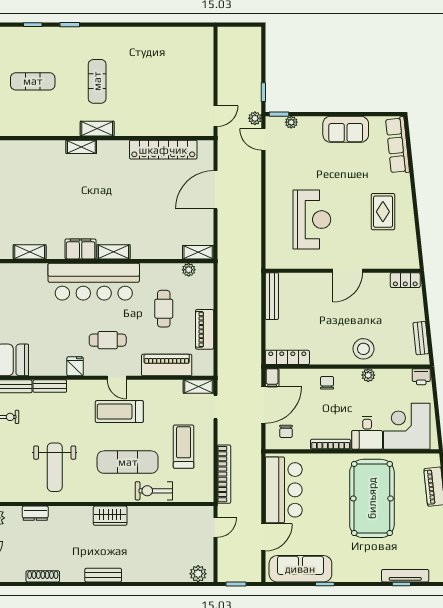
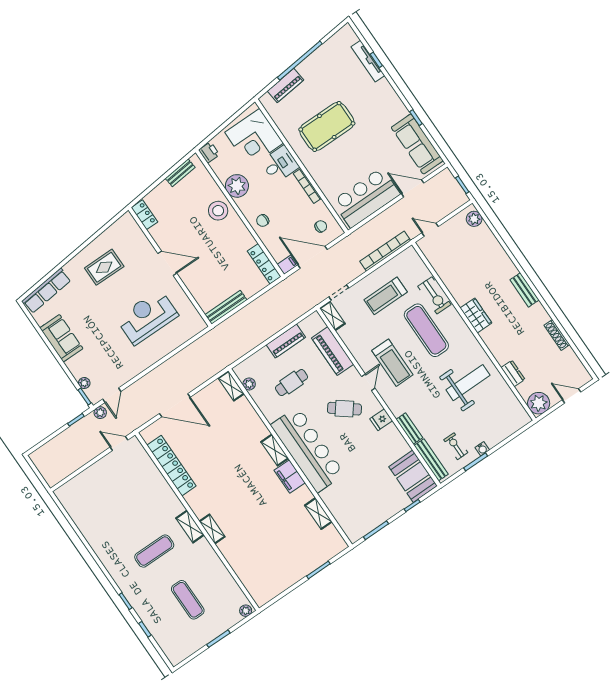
cafe table: (108, 340) -> (344, 409), turned -52
plant: (368, 375) -> (237, 186), width x1.87, depth x1.87
pool table: (372, 498) -> (327, 126), width x0.73, depth x0.76

